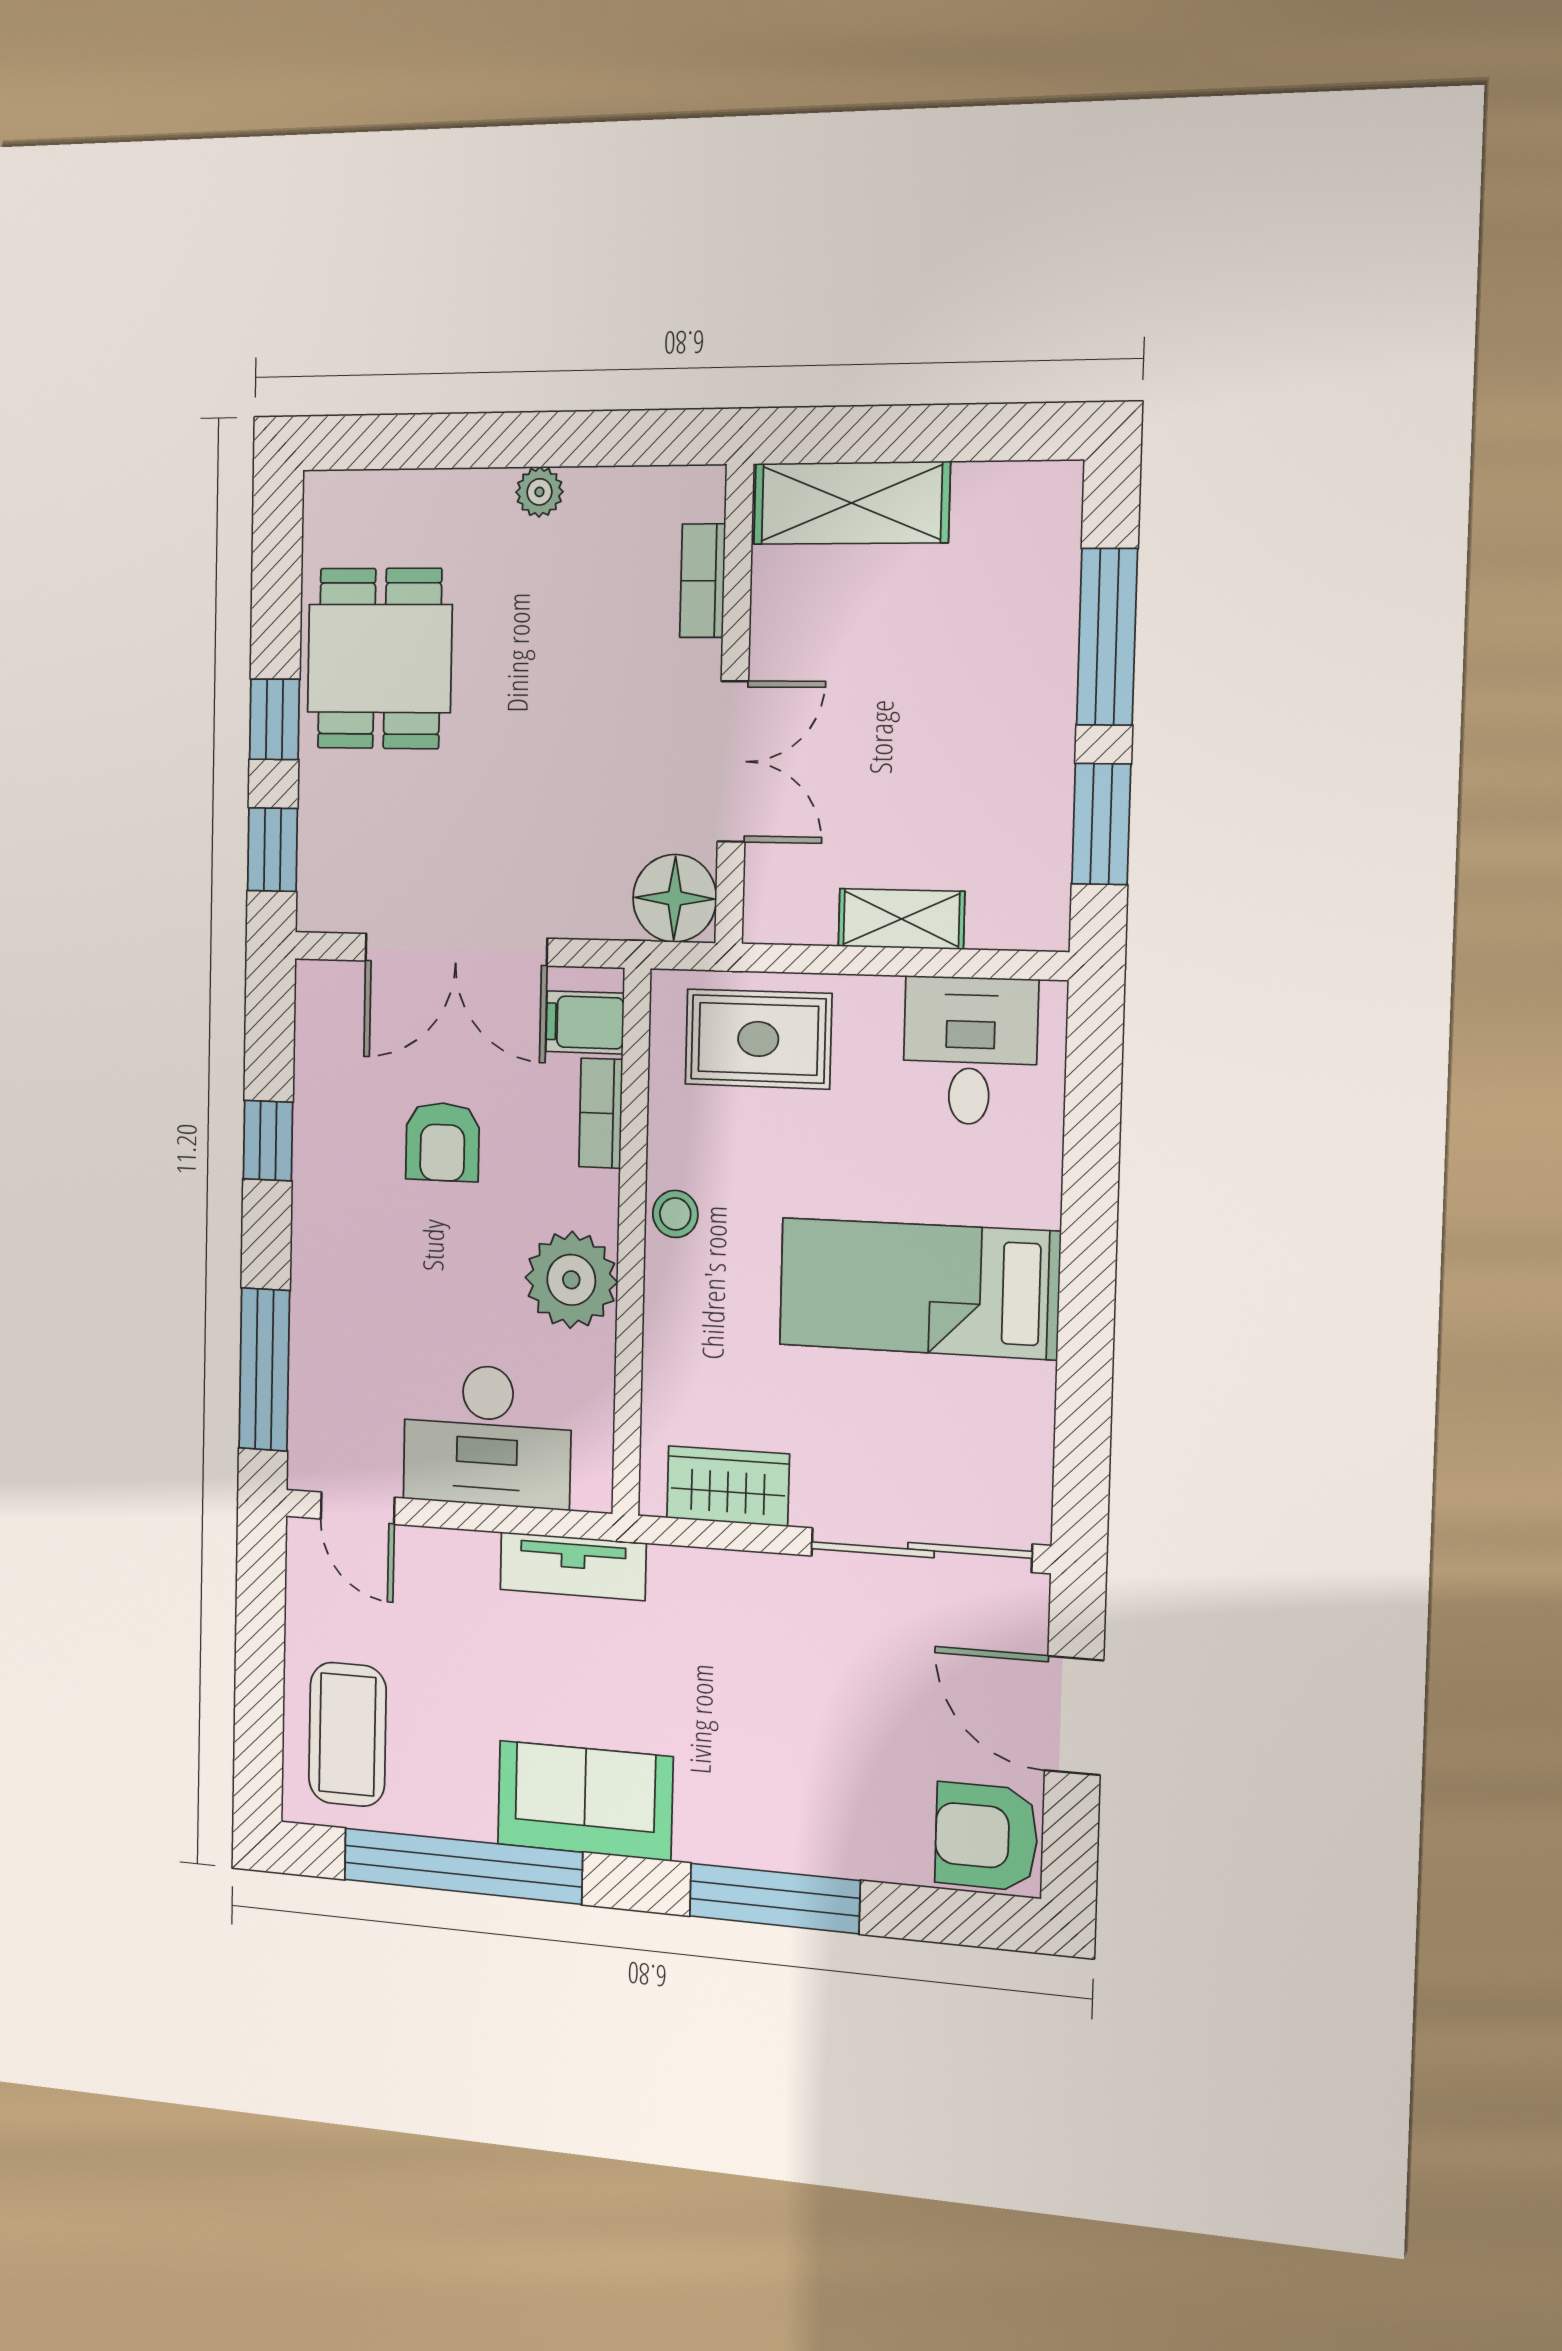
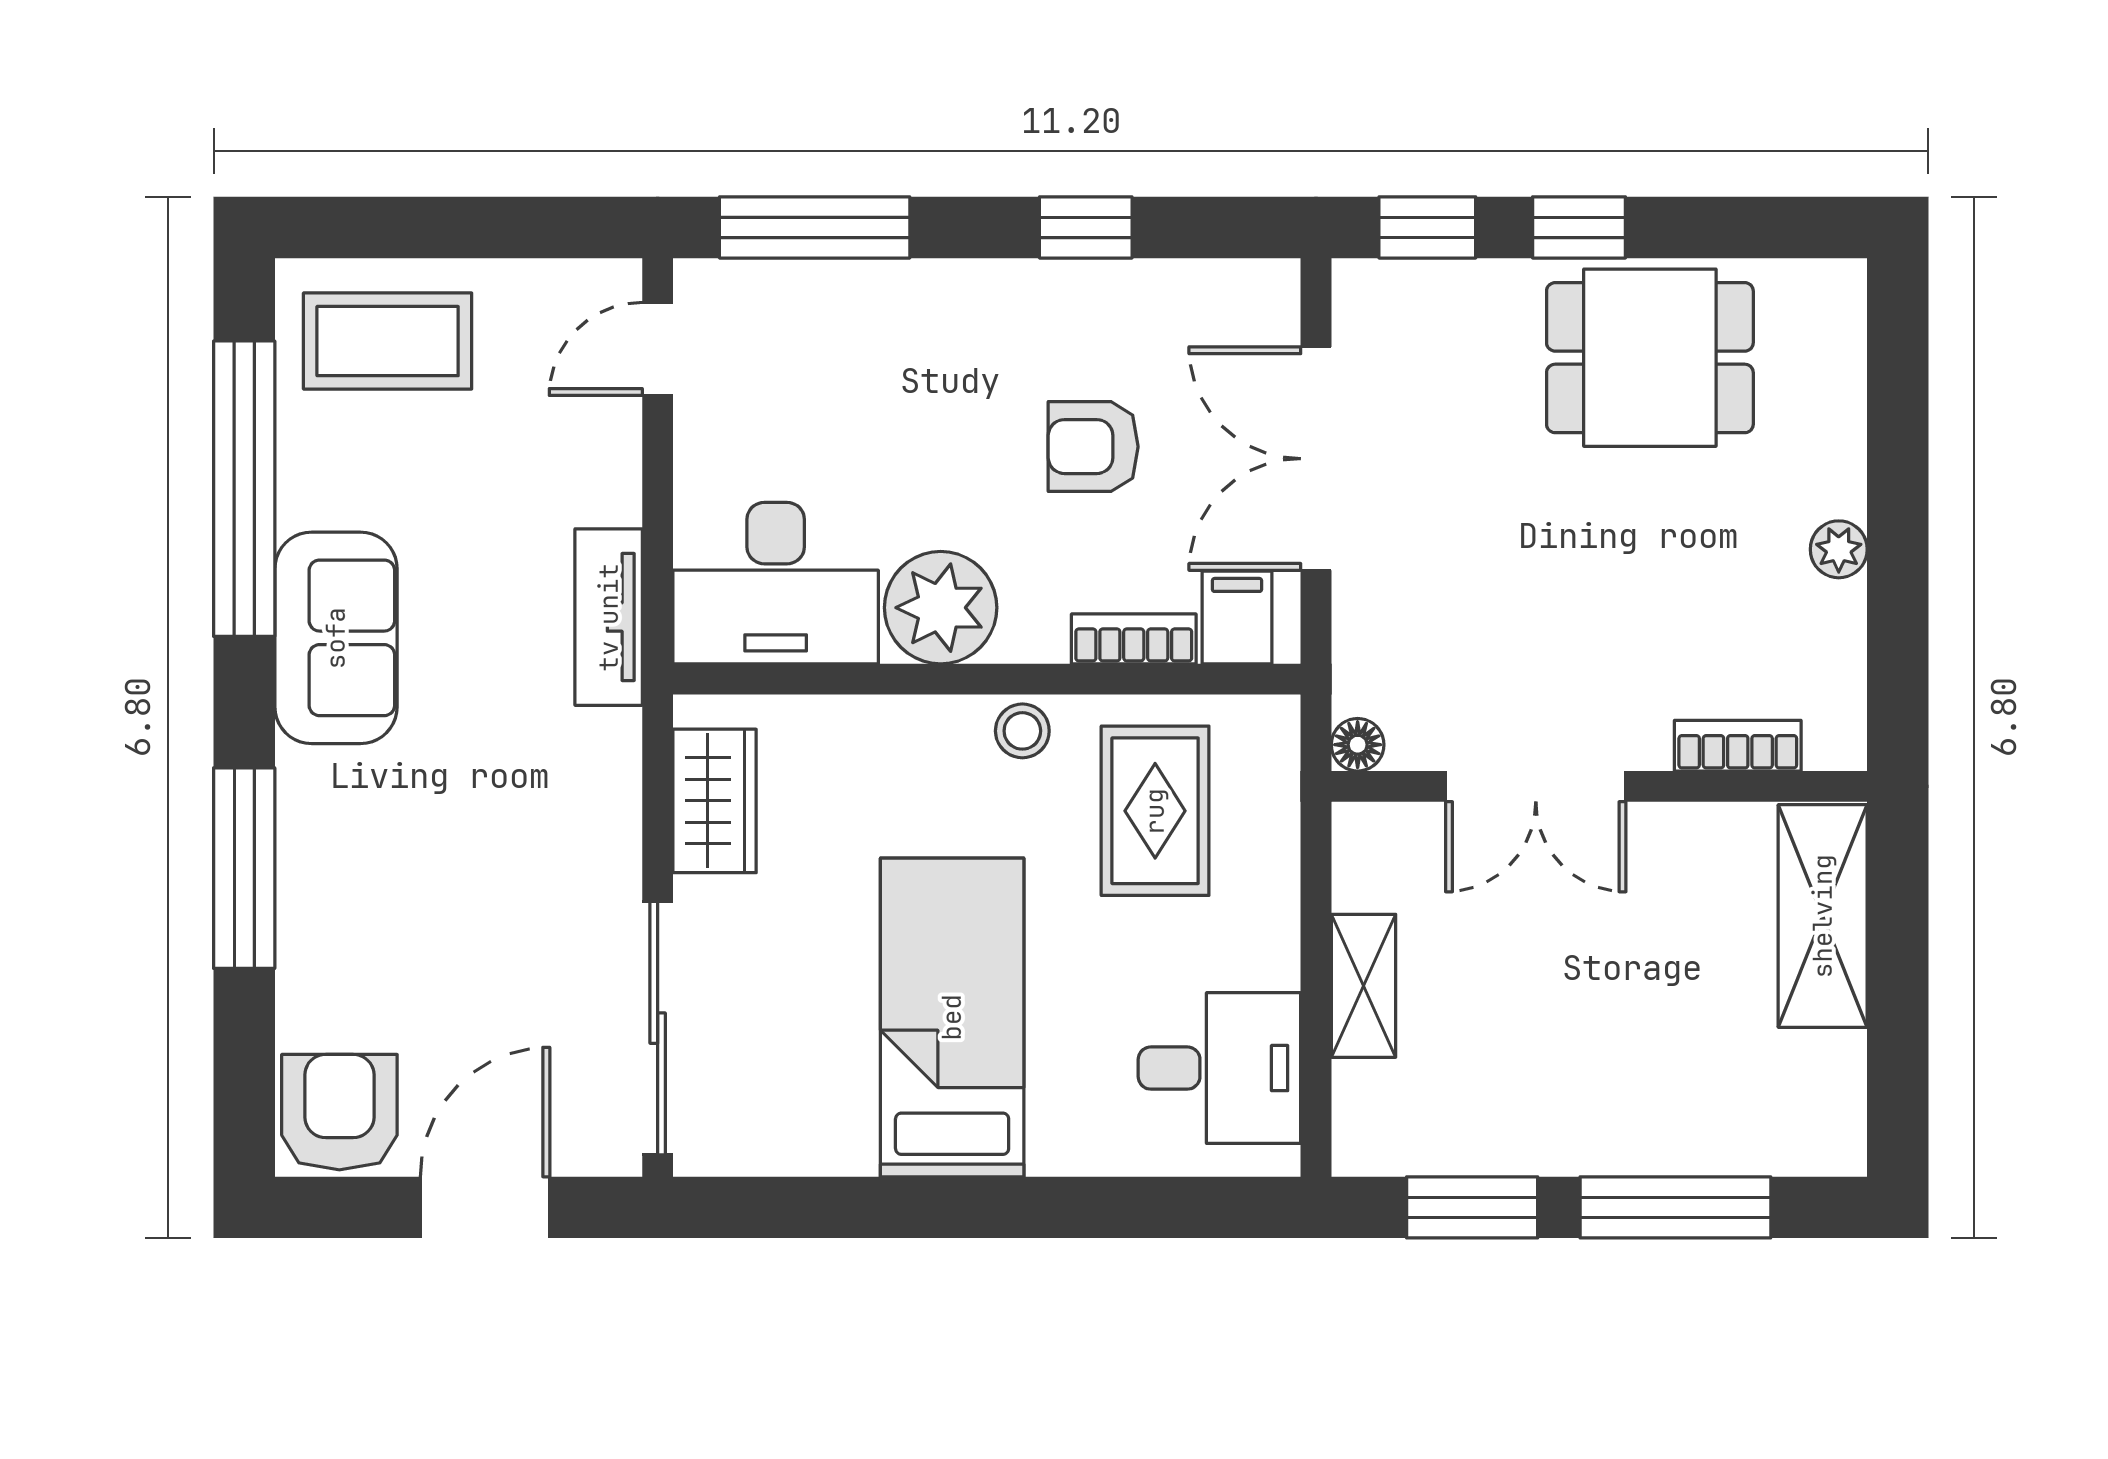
floor lamp: (675, 898) -> (1358, 745), width x0.53, depth x0.53
rug: (758, 1039) -> (1155, 811), moved
desk: (487, 1436) -> (776, 583), moved, turned -90

